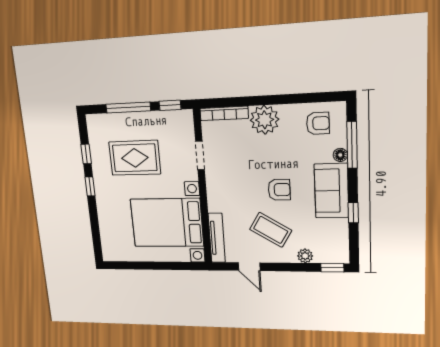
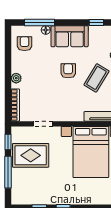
plant: (265, 120) -> (16, 78), width x0.53, depth x0.53
rug: (135, 158) -> (31, 155), moved, turned 90
window: (353, 213) -> (96, 22), moved

